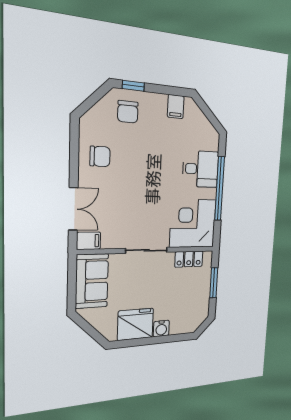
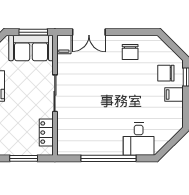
filing cabinet: (176, 107) -> (174, 95), moved
desk: (200, 169) -> (139, 139), moved
corner desk: (193, 223) -> (78, 135), removed
window: (72, 279) -> (33, 32), added

